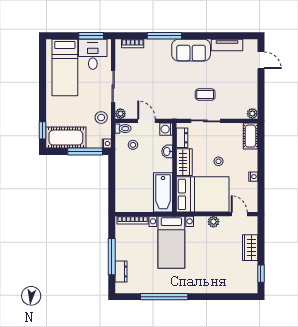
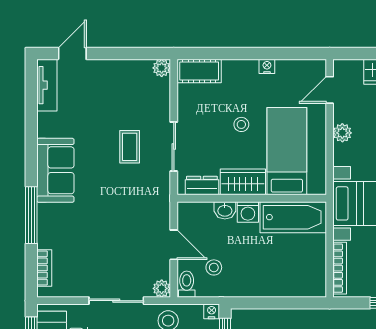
tv unit: (227, 45) -> (47, 85), moved
door: (146, 121) -> (174, 245), swing flipped
washing machine: (166, 129) -> (248, 212), moved
bed: (203, 194) -> (287, 151), width x0.67

